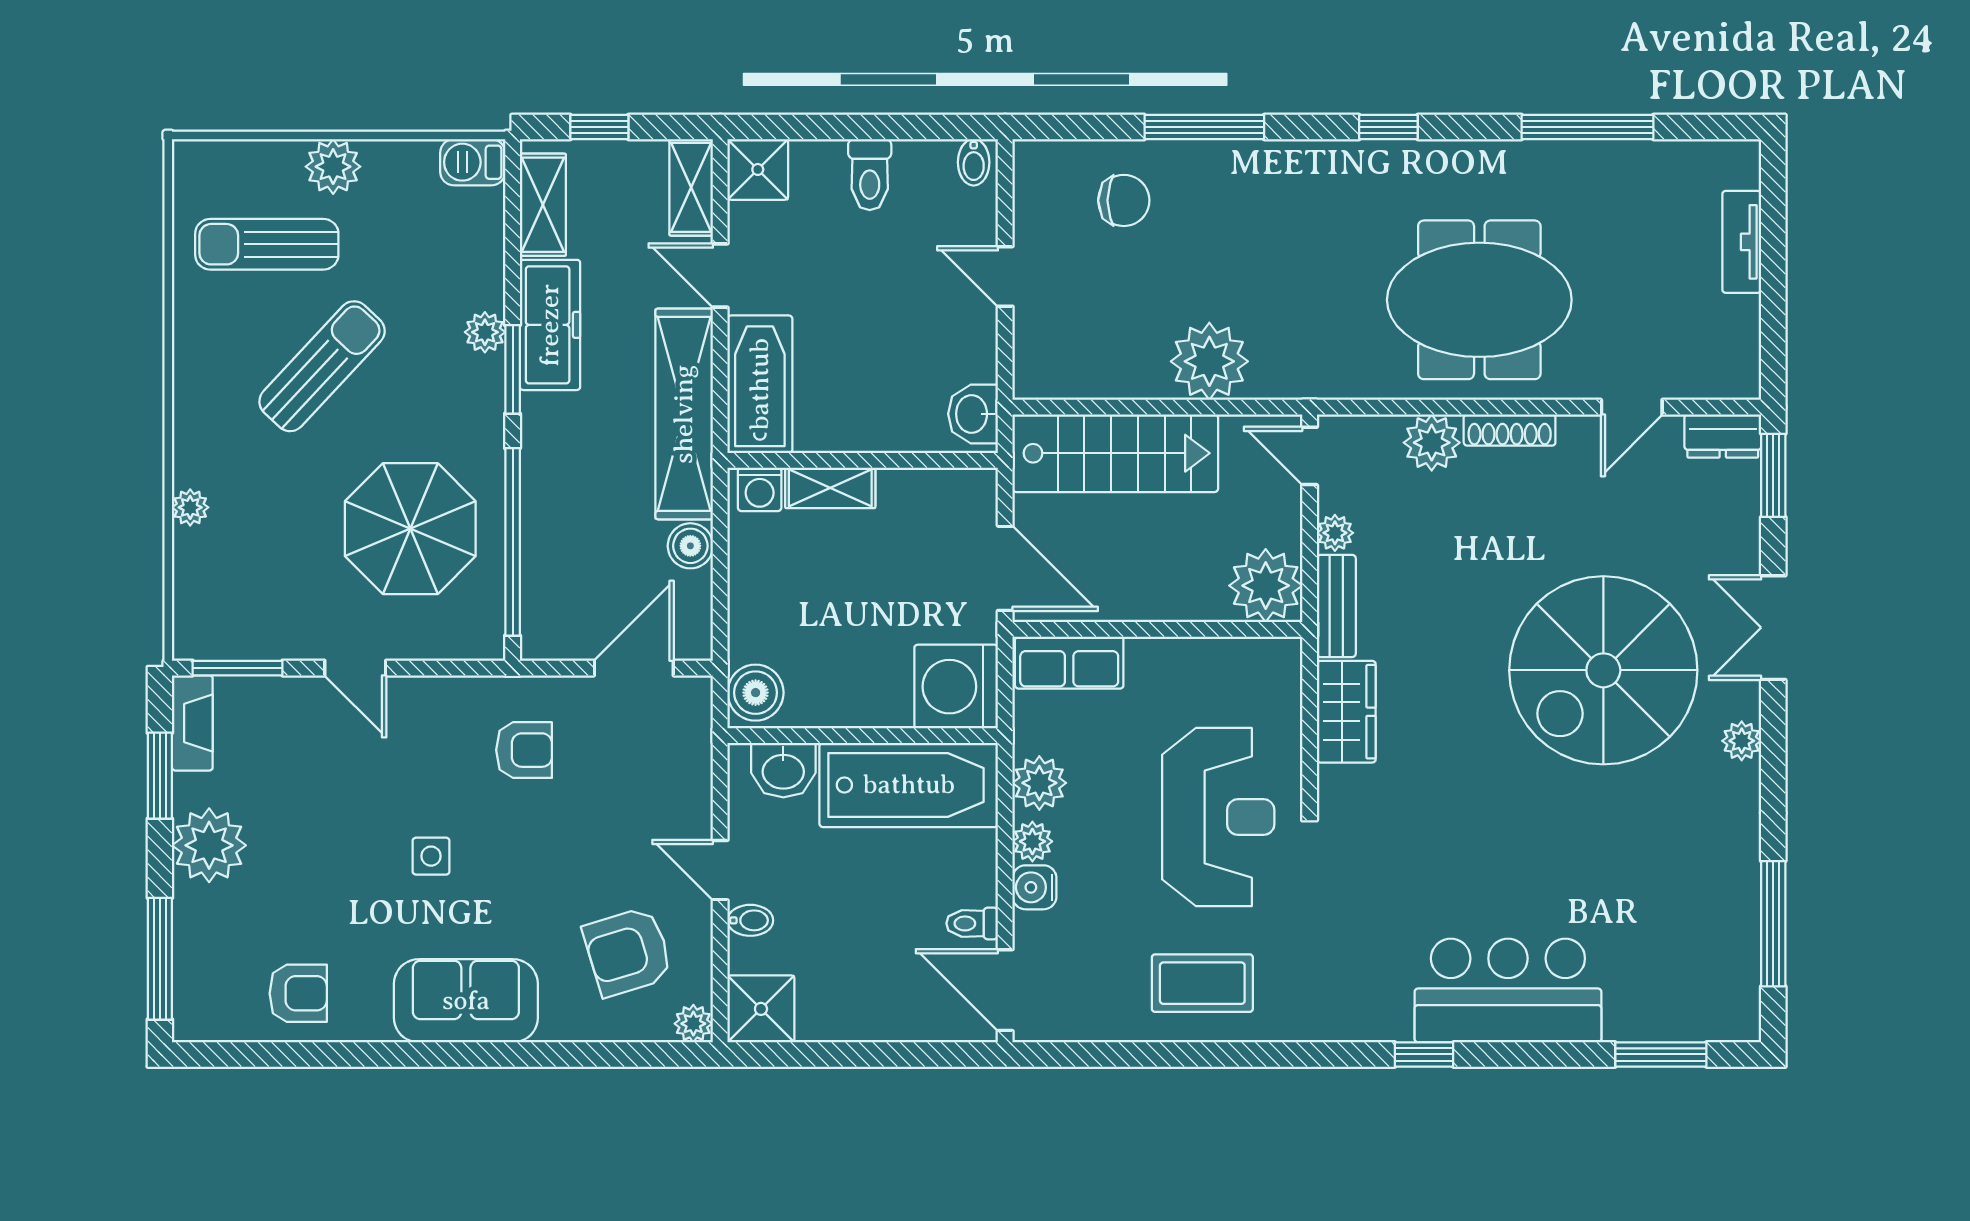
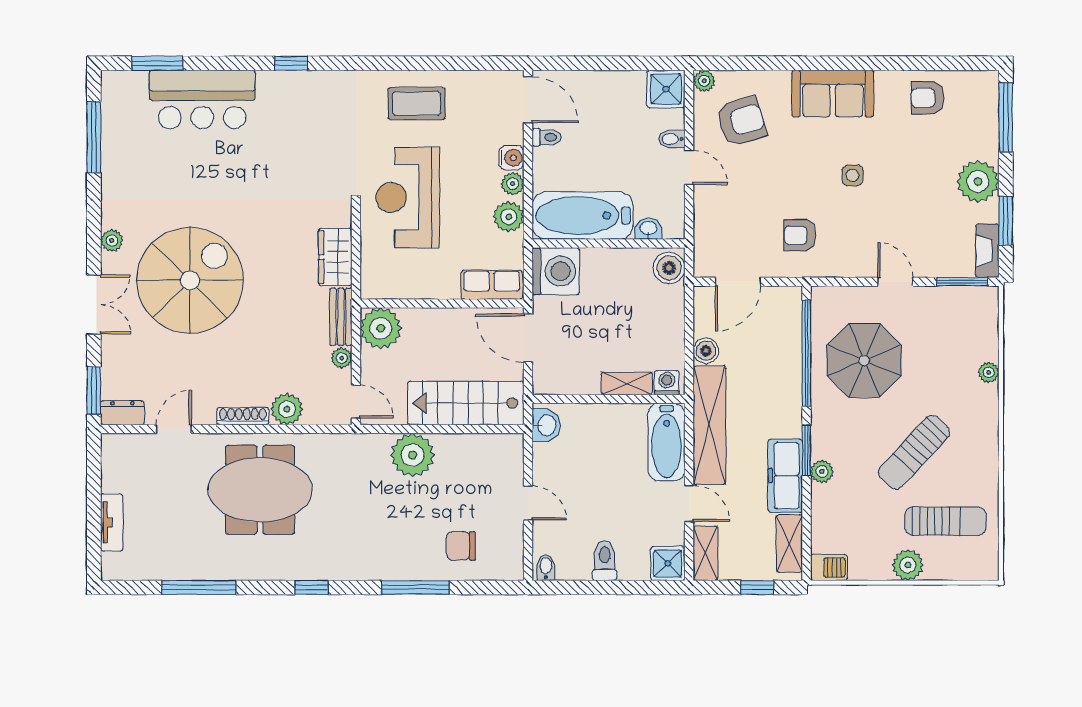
washbasin: (783, 770) -> (648, 229), width x0.72, depth x0.69
bar counter: (1508, 991) -> (202, 99), moved

